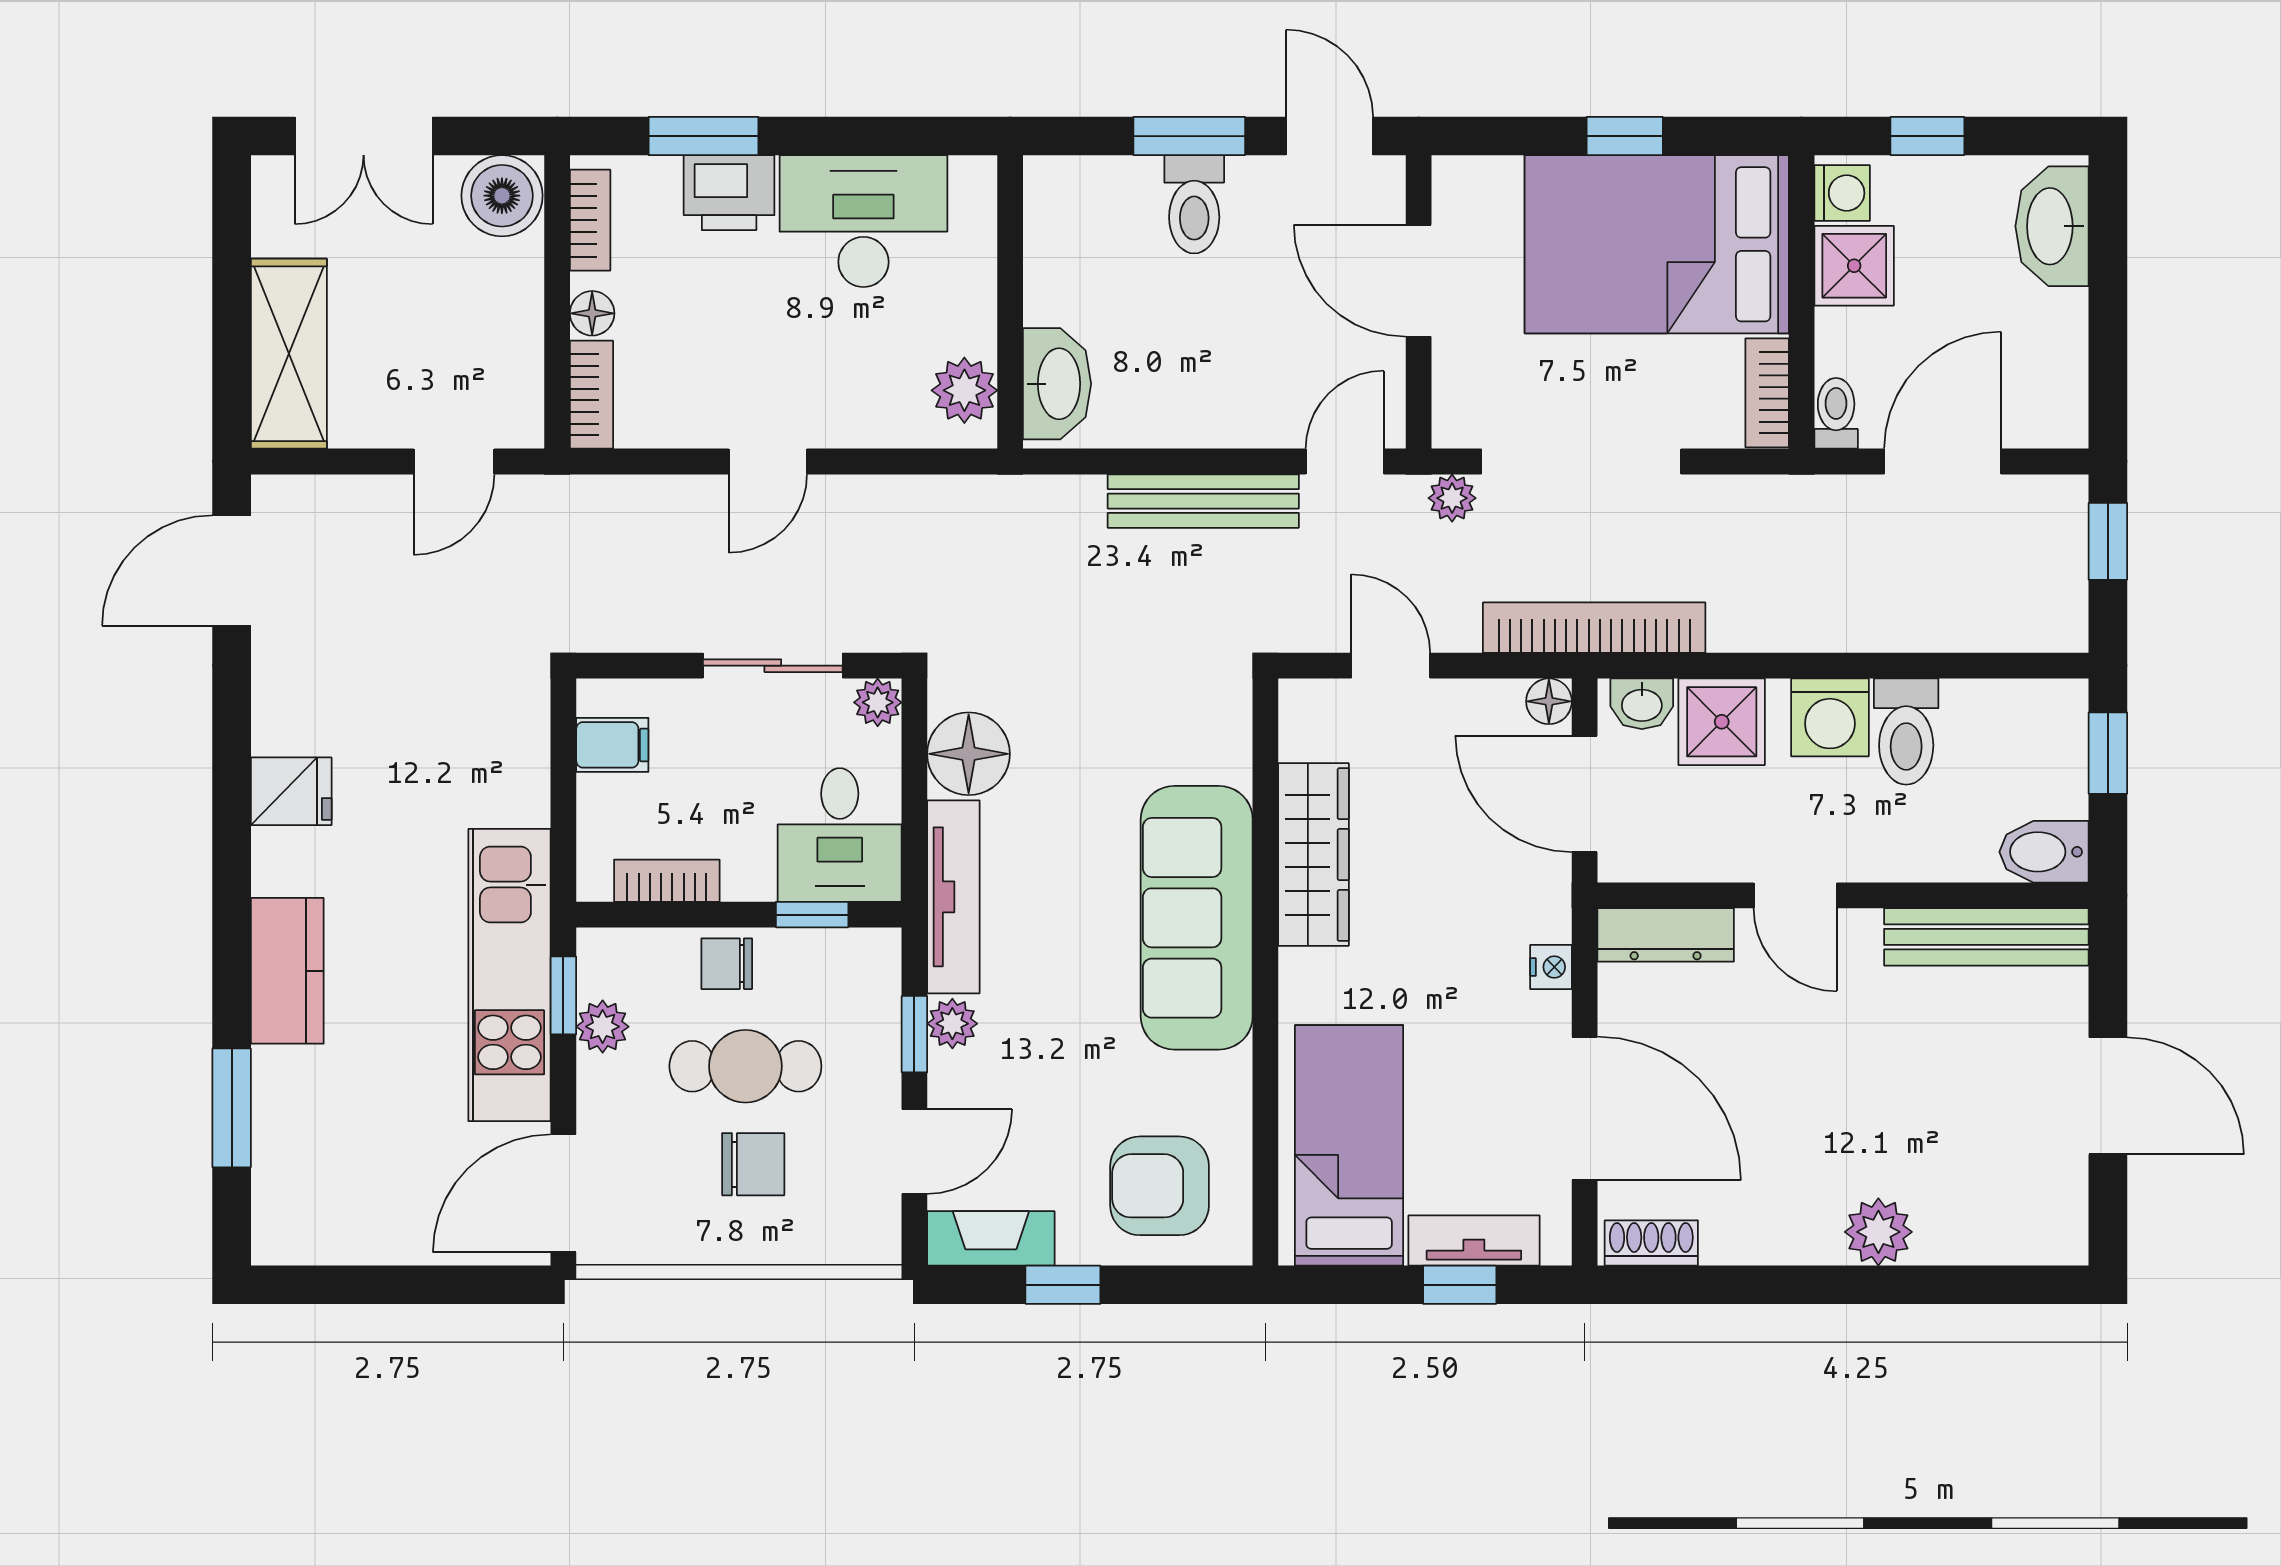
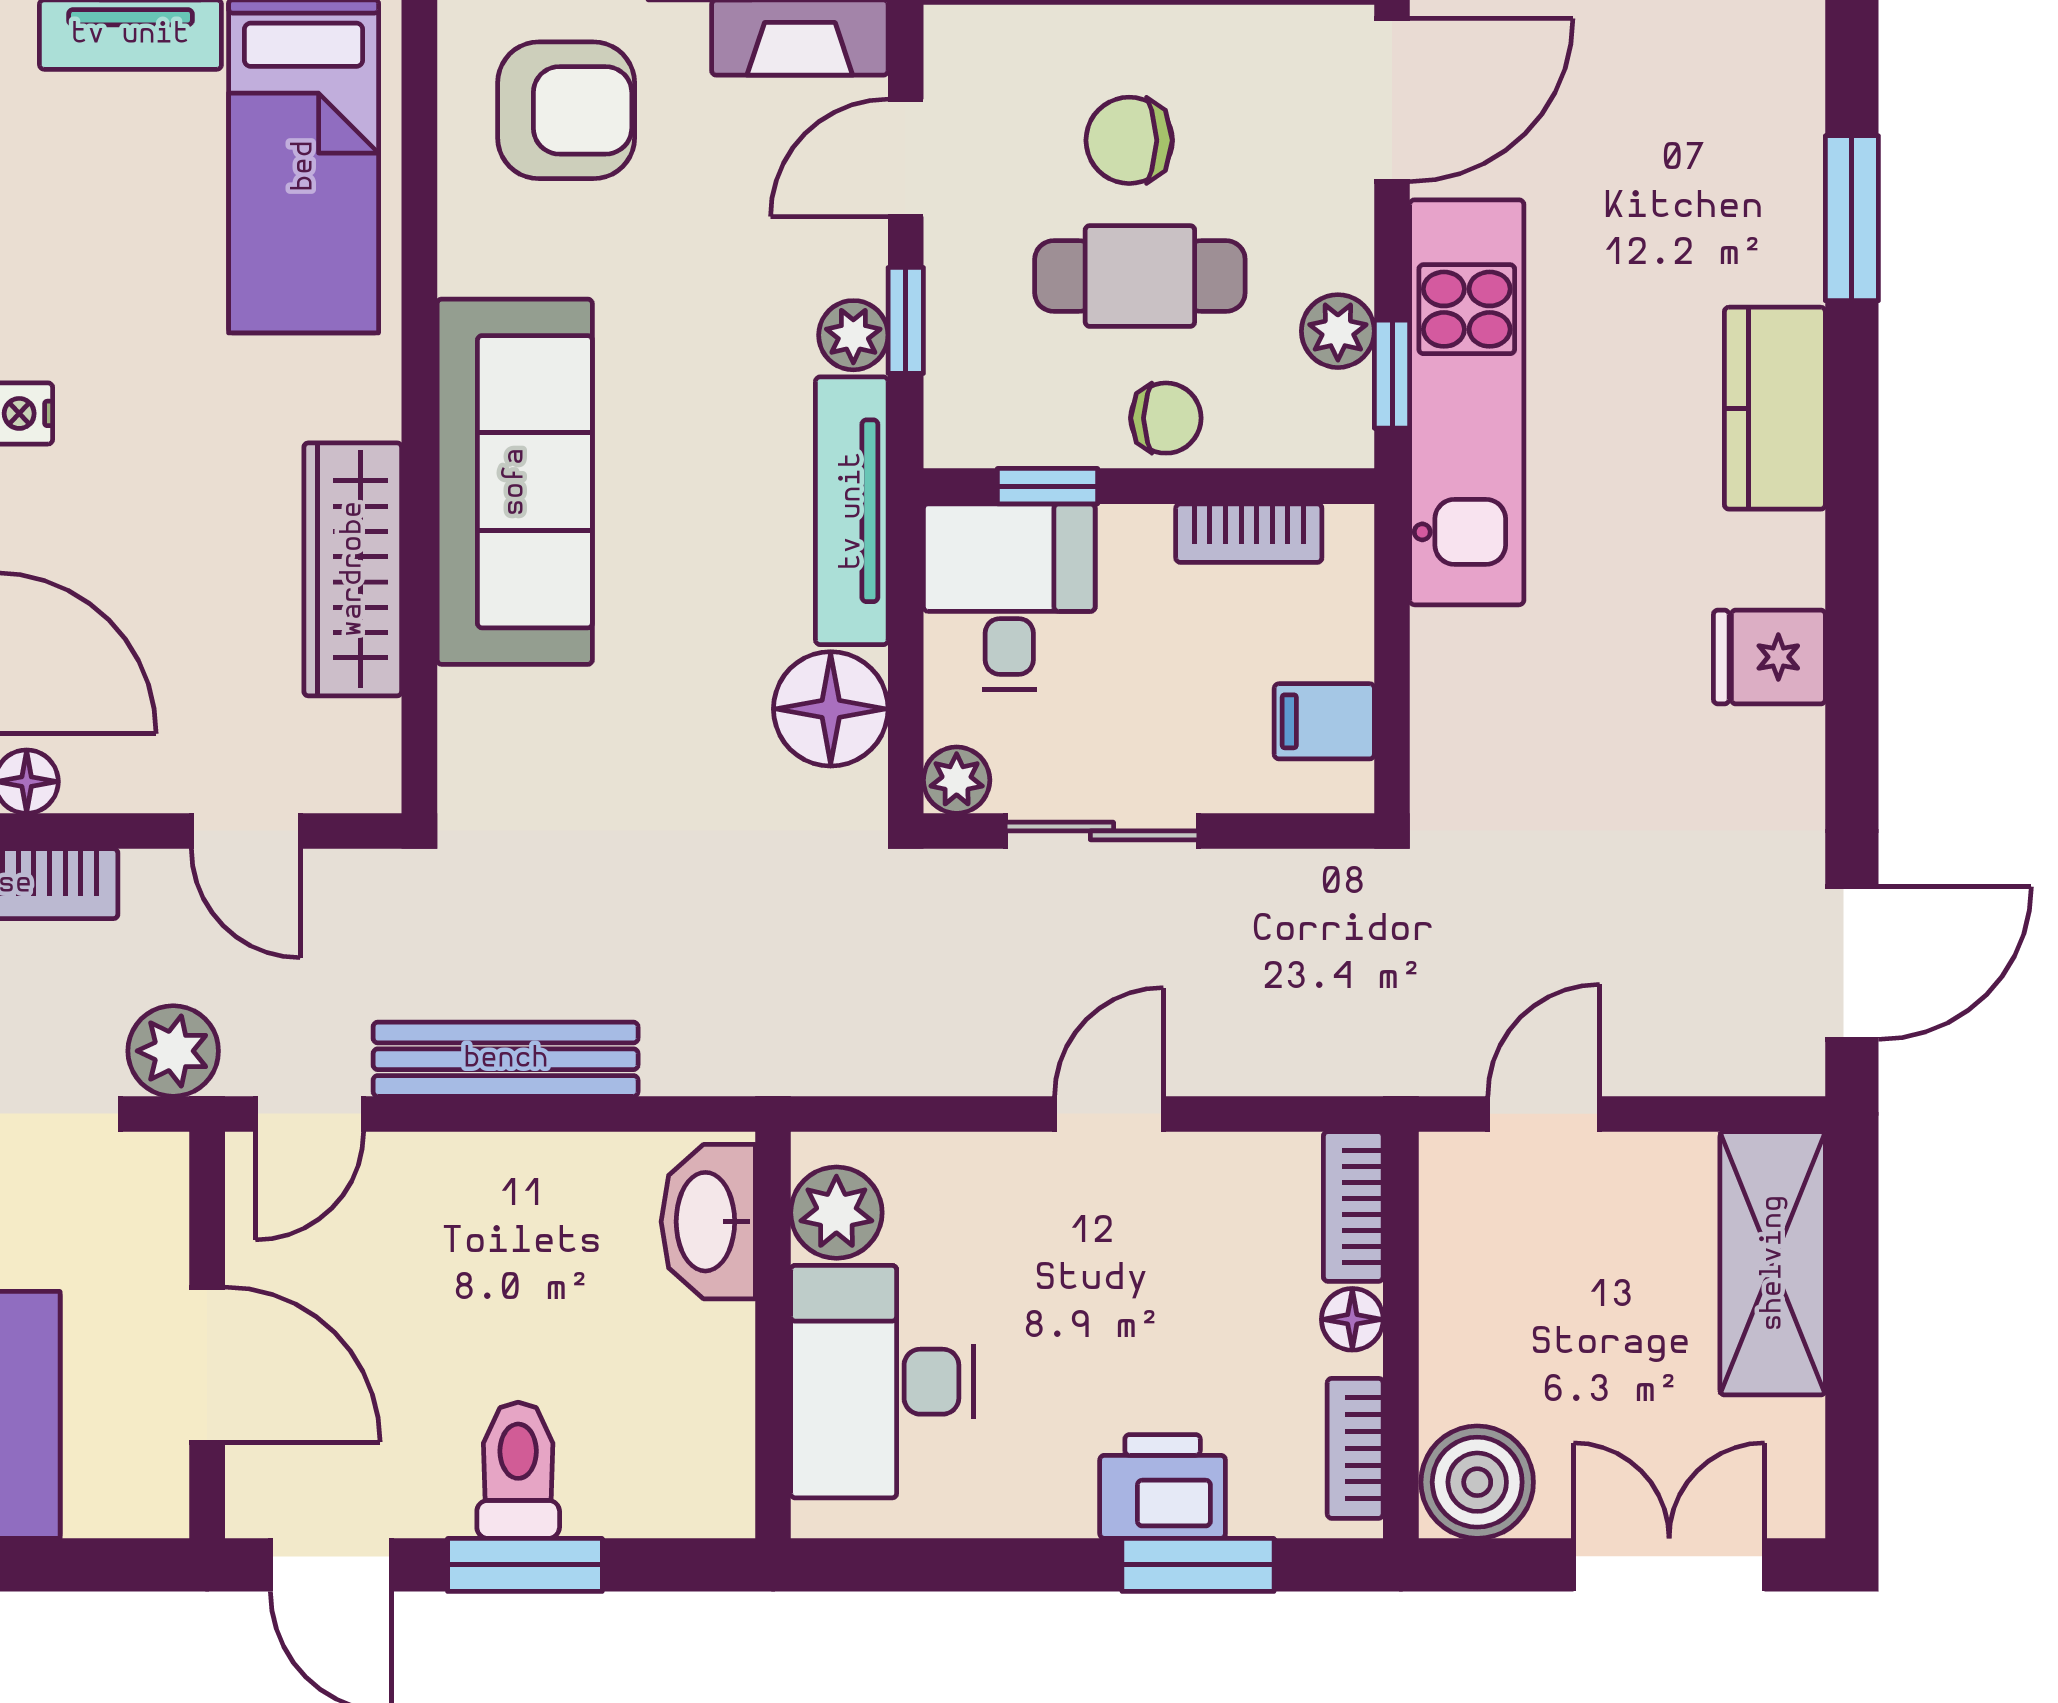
desk: (863, 221) -> (882, 1382), moved, turned 90
plant: (1452, 498) -> (173, 1051), width x1.38, depth x1.38

